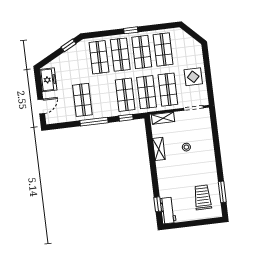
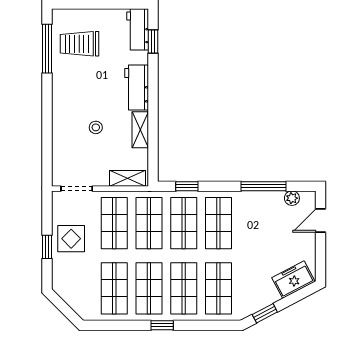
window: (207, 70) -> (47, 247), added
freezer: (48, 80) -> (293, 280), moved, turned 62
shop shelf: (82, 100) -> (218, 223), moved
plant: (60, 118) -> (292, 198), added
window: (94, 122) -> (264, 186), moved
workbench: (164, 175) -> (137, 88), added
window: (222, 192) -> (47, 49), width x1.44
trolley: (203, 197) -> (80, 44), turned 90

